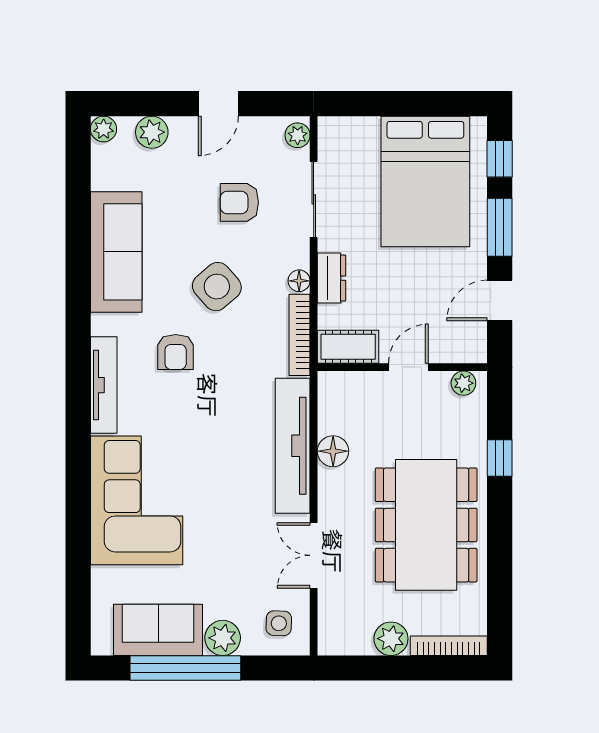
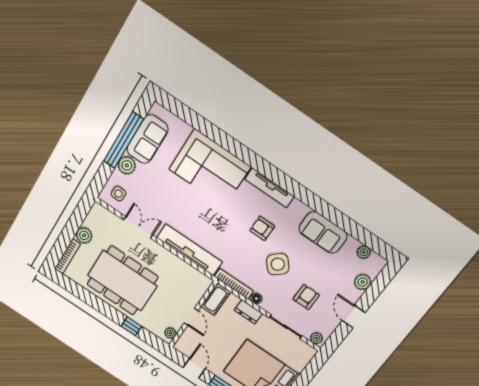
plant: (104, 129) -> (364, 252), moved
sofa: (116, 252) -> (323, 233), width x0.73
floor lamp: (333, 451) -> (177, 265), removed

